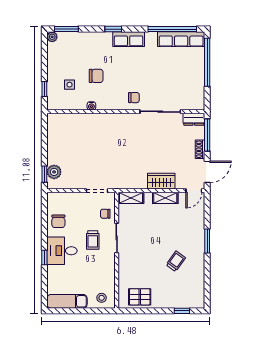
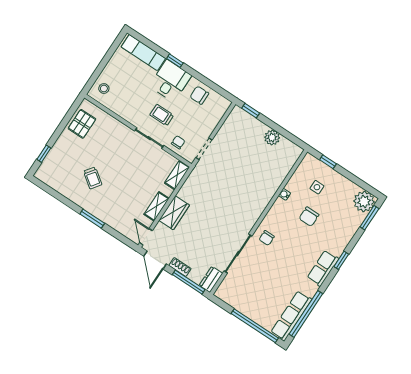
plant: (52, 37) -> (364, 202), width x1.88, depth x1.88
plant: (54, 172) -> (272, 138), moved
exam couch: (67, 301) -> (143, 53), moved, turned 90

